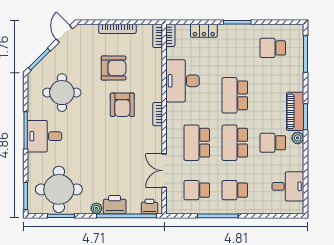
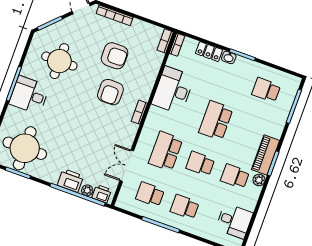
bookcase: (117, 29) -> (115, 15), moved
washbasin: (225, 29) -> (229, 57), added
school desk: (235, 143) -> (200, 164), width x0.54
plant: (96, 208) -> (87, 190), moved

